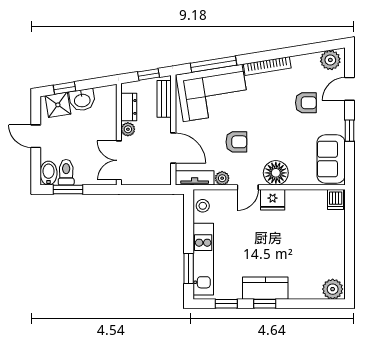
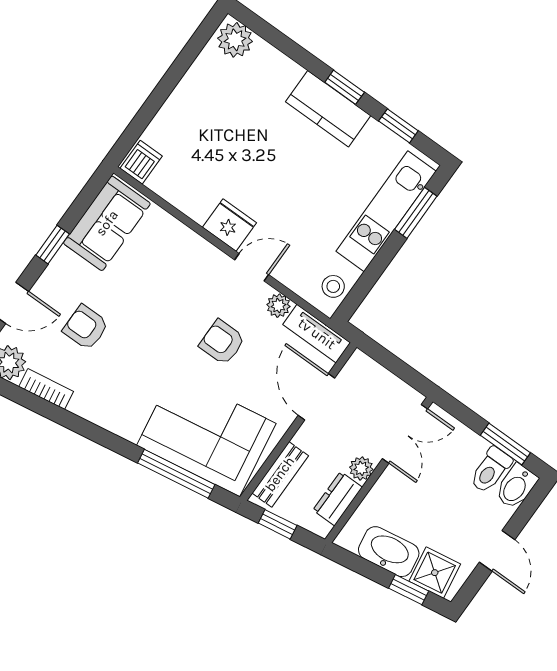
bookcase: (267, 66) -> (46, 389), moved, width x0.64
washbasin: (82, 100) -> (389, 552), width x1.38
floor lamp: (276, 173) -> (198, 259), removed

